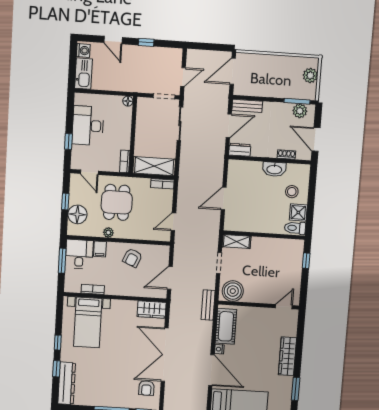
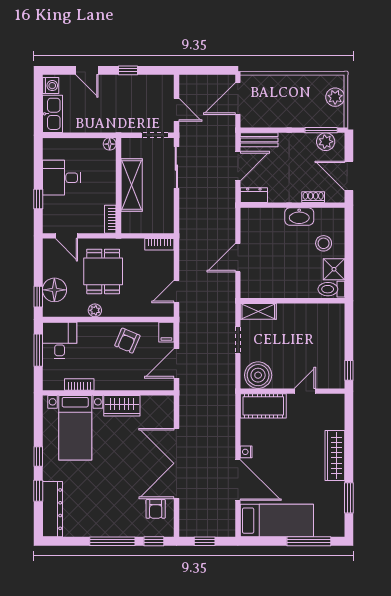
door: (183, 77) -> (176, 110), hinge flipped
desk: (88, 126) -> (61, 178), width x0.73
shelving: (154, 166) -> (132, 185), moved, turned 90
window: (65, 202) -> (38, 297), moved
filing cabinet: (100, 249) -> (166, 332), moved
window: (306, 261) -> (349, 370), moved
bench: (208, 305) -> (228, 395), removed
door: (284, 307) -> (305, 391), moved
wardrobe: (152, 310) -> (122, 406), moved
cot: (226, 326) -> (263, 406), moved, turned 90

